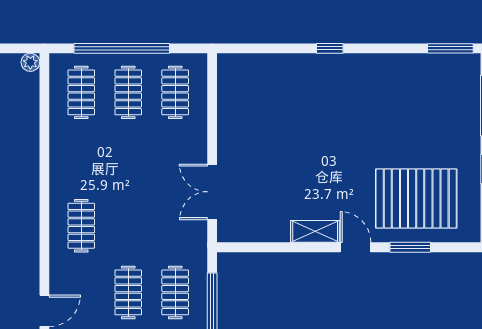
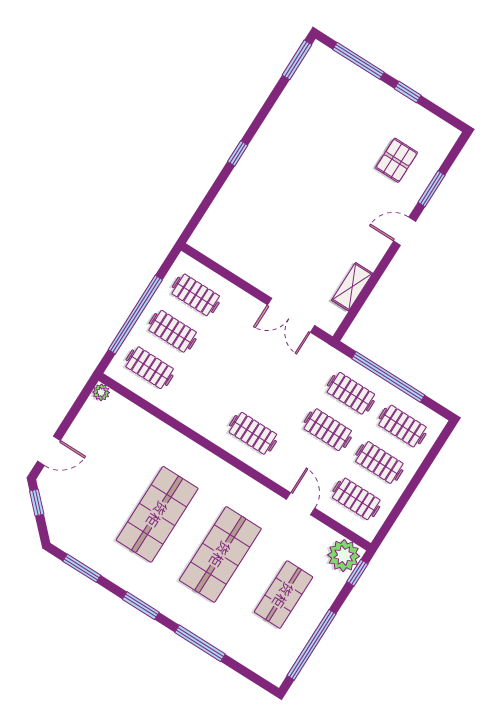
pallet: (416, 198) -> (397, 160), width x0.49, depth x0.50
shelving: (315, 231) -> (352, 287), moved

